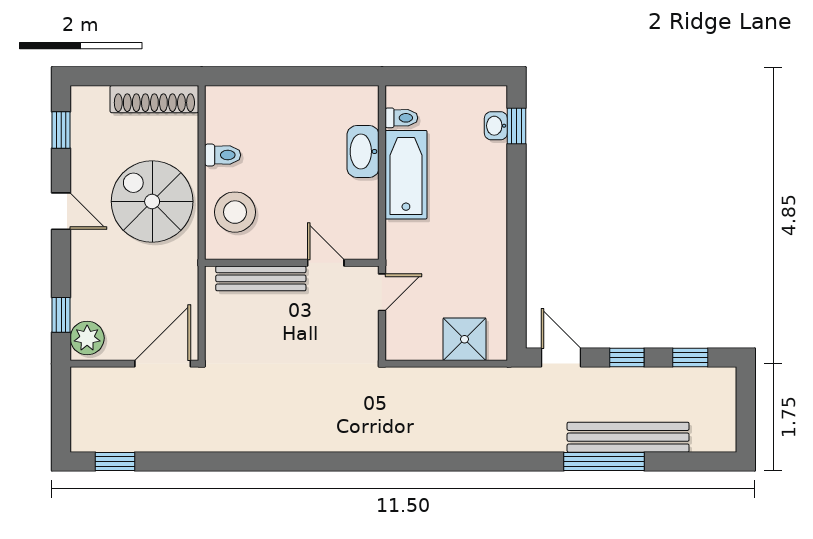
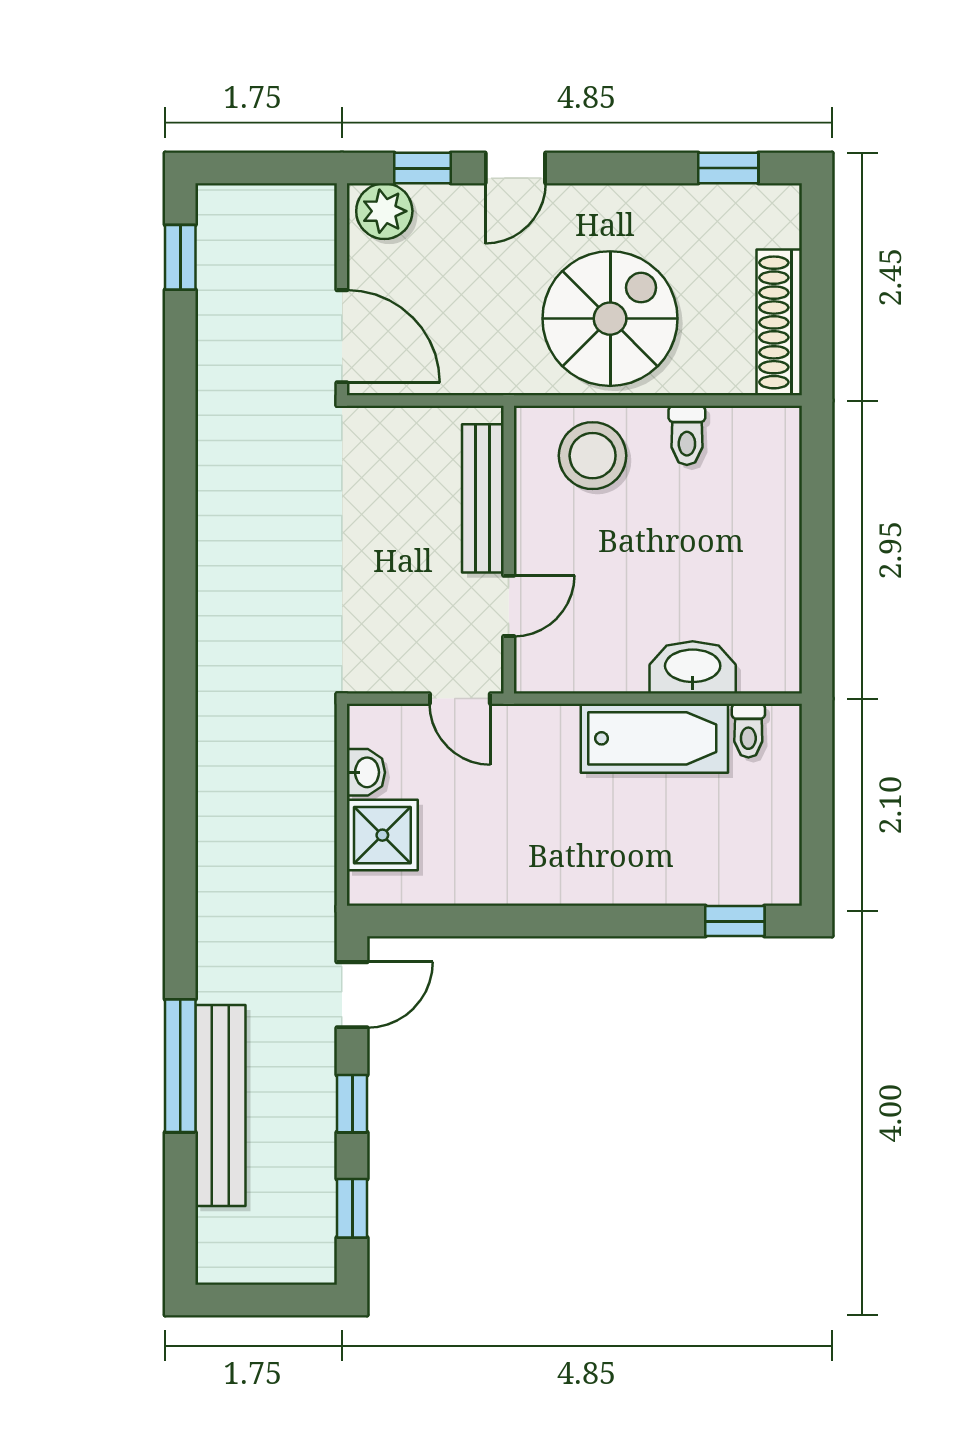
washbasin: (496, 126) -> (366, 772), moved, turned 90
door: (61, 211) -> (515, 168), moved

